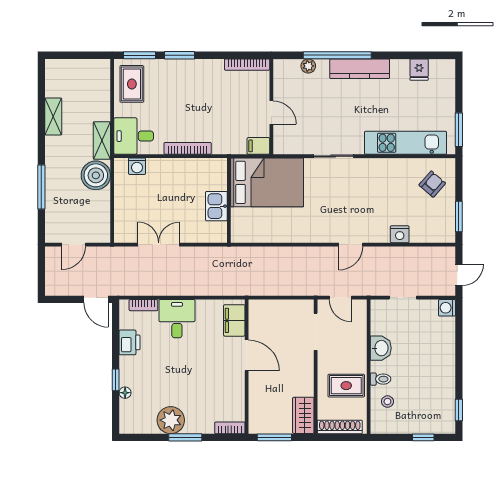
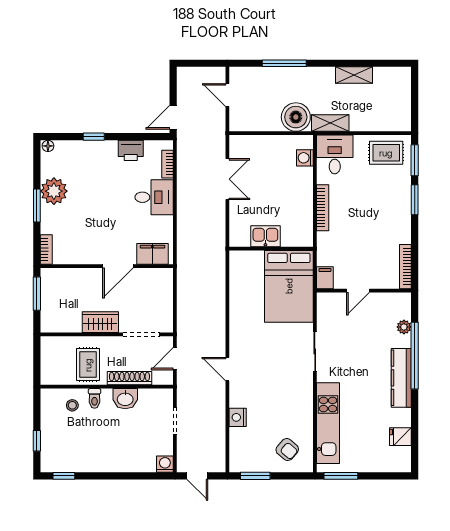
floor lamp: (125, 393) -> (48, 146), moved
wardrobe: (303, 415) -> (100, 322), moved
shoe rack: (340, 427) -> (129, 378), moved, turned -90

